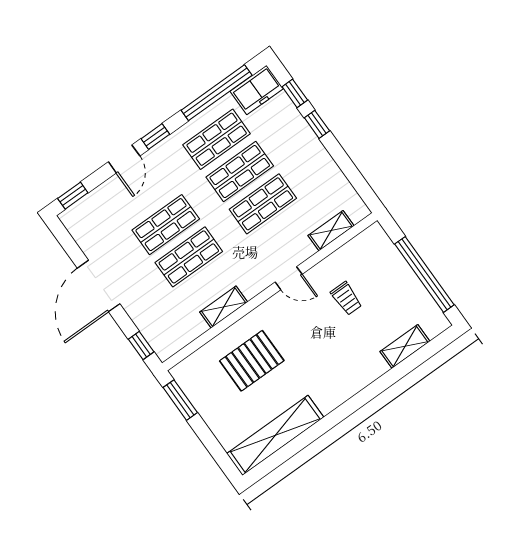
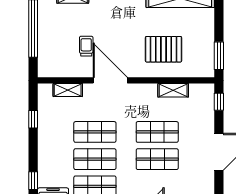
window: (317, 124) -> (33, 119), moved
door: (289, 278) -> (110, 80), width x1.87
shelving: (224, 307) -> (173, 90), moved

